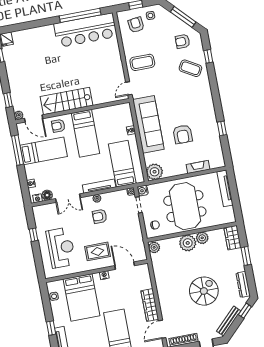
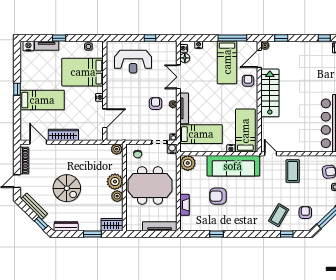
bed: (85, 133) -> (245, 131), moved, turned 90
rug: (98, 251) -> (123, 95), removed

